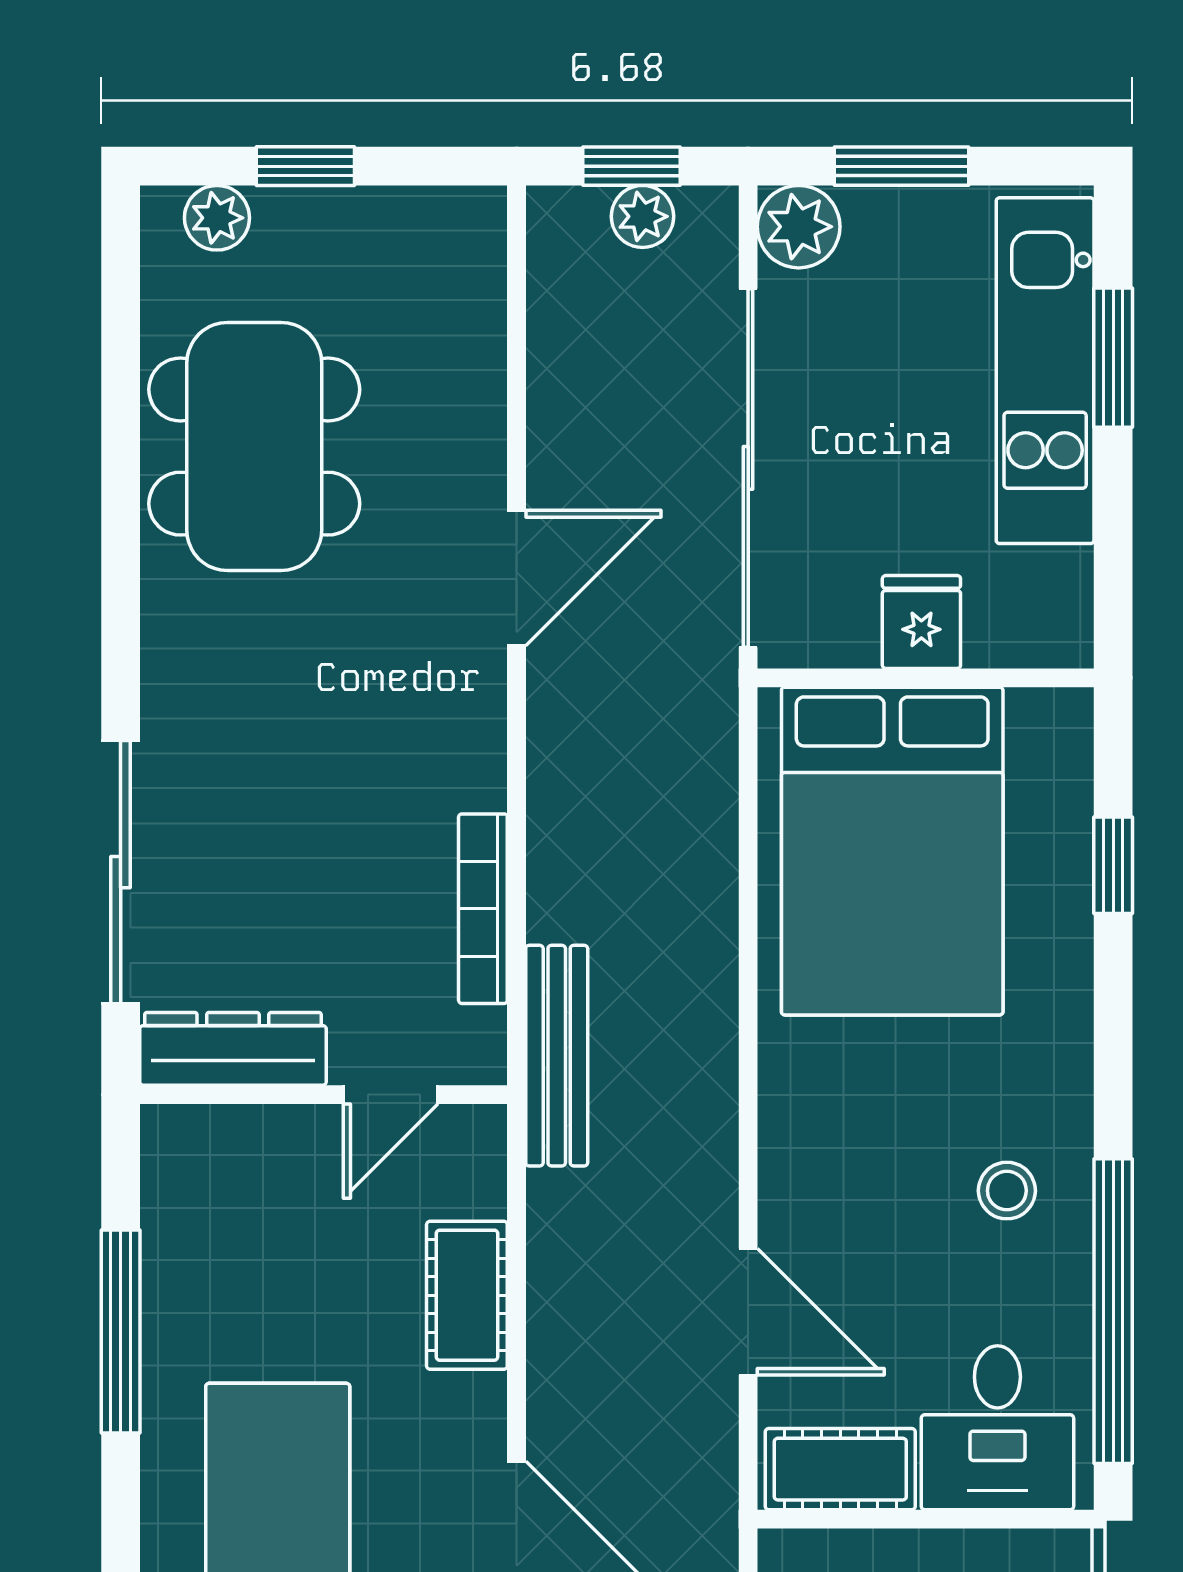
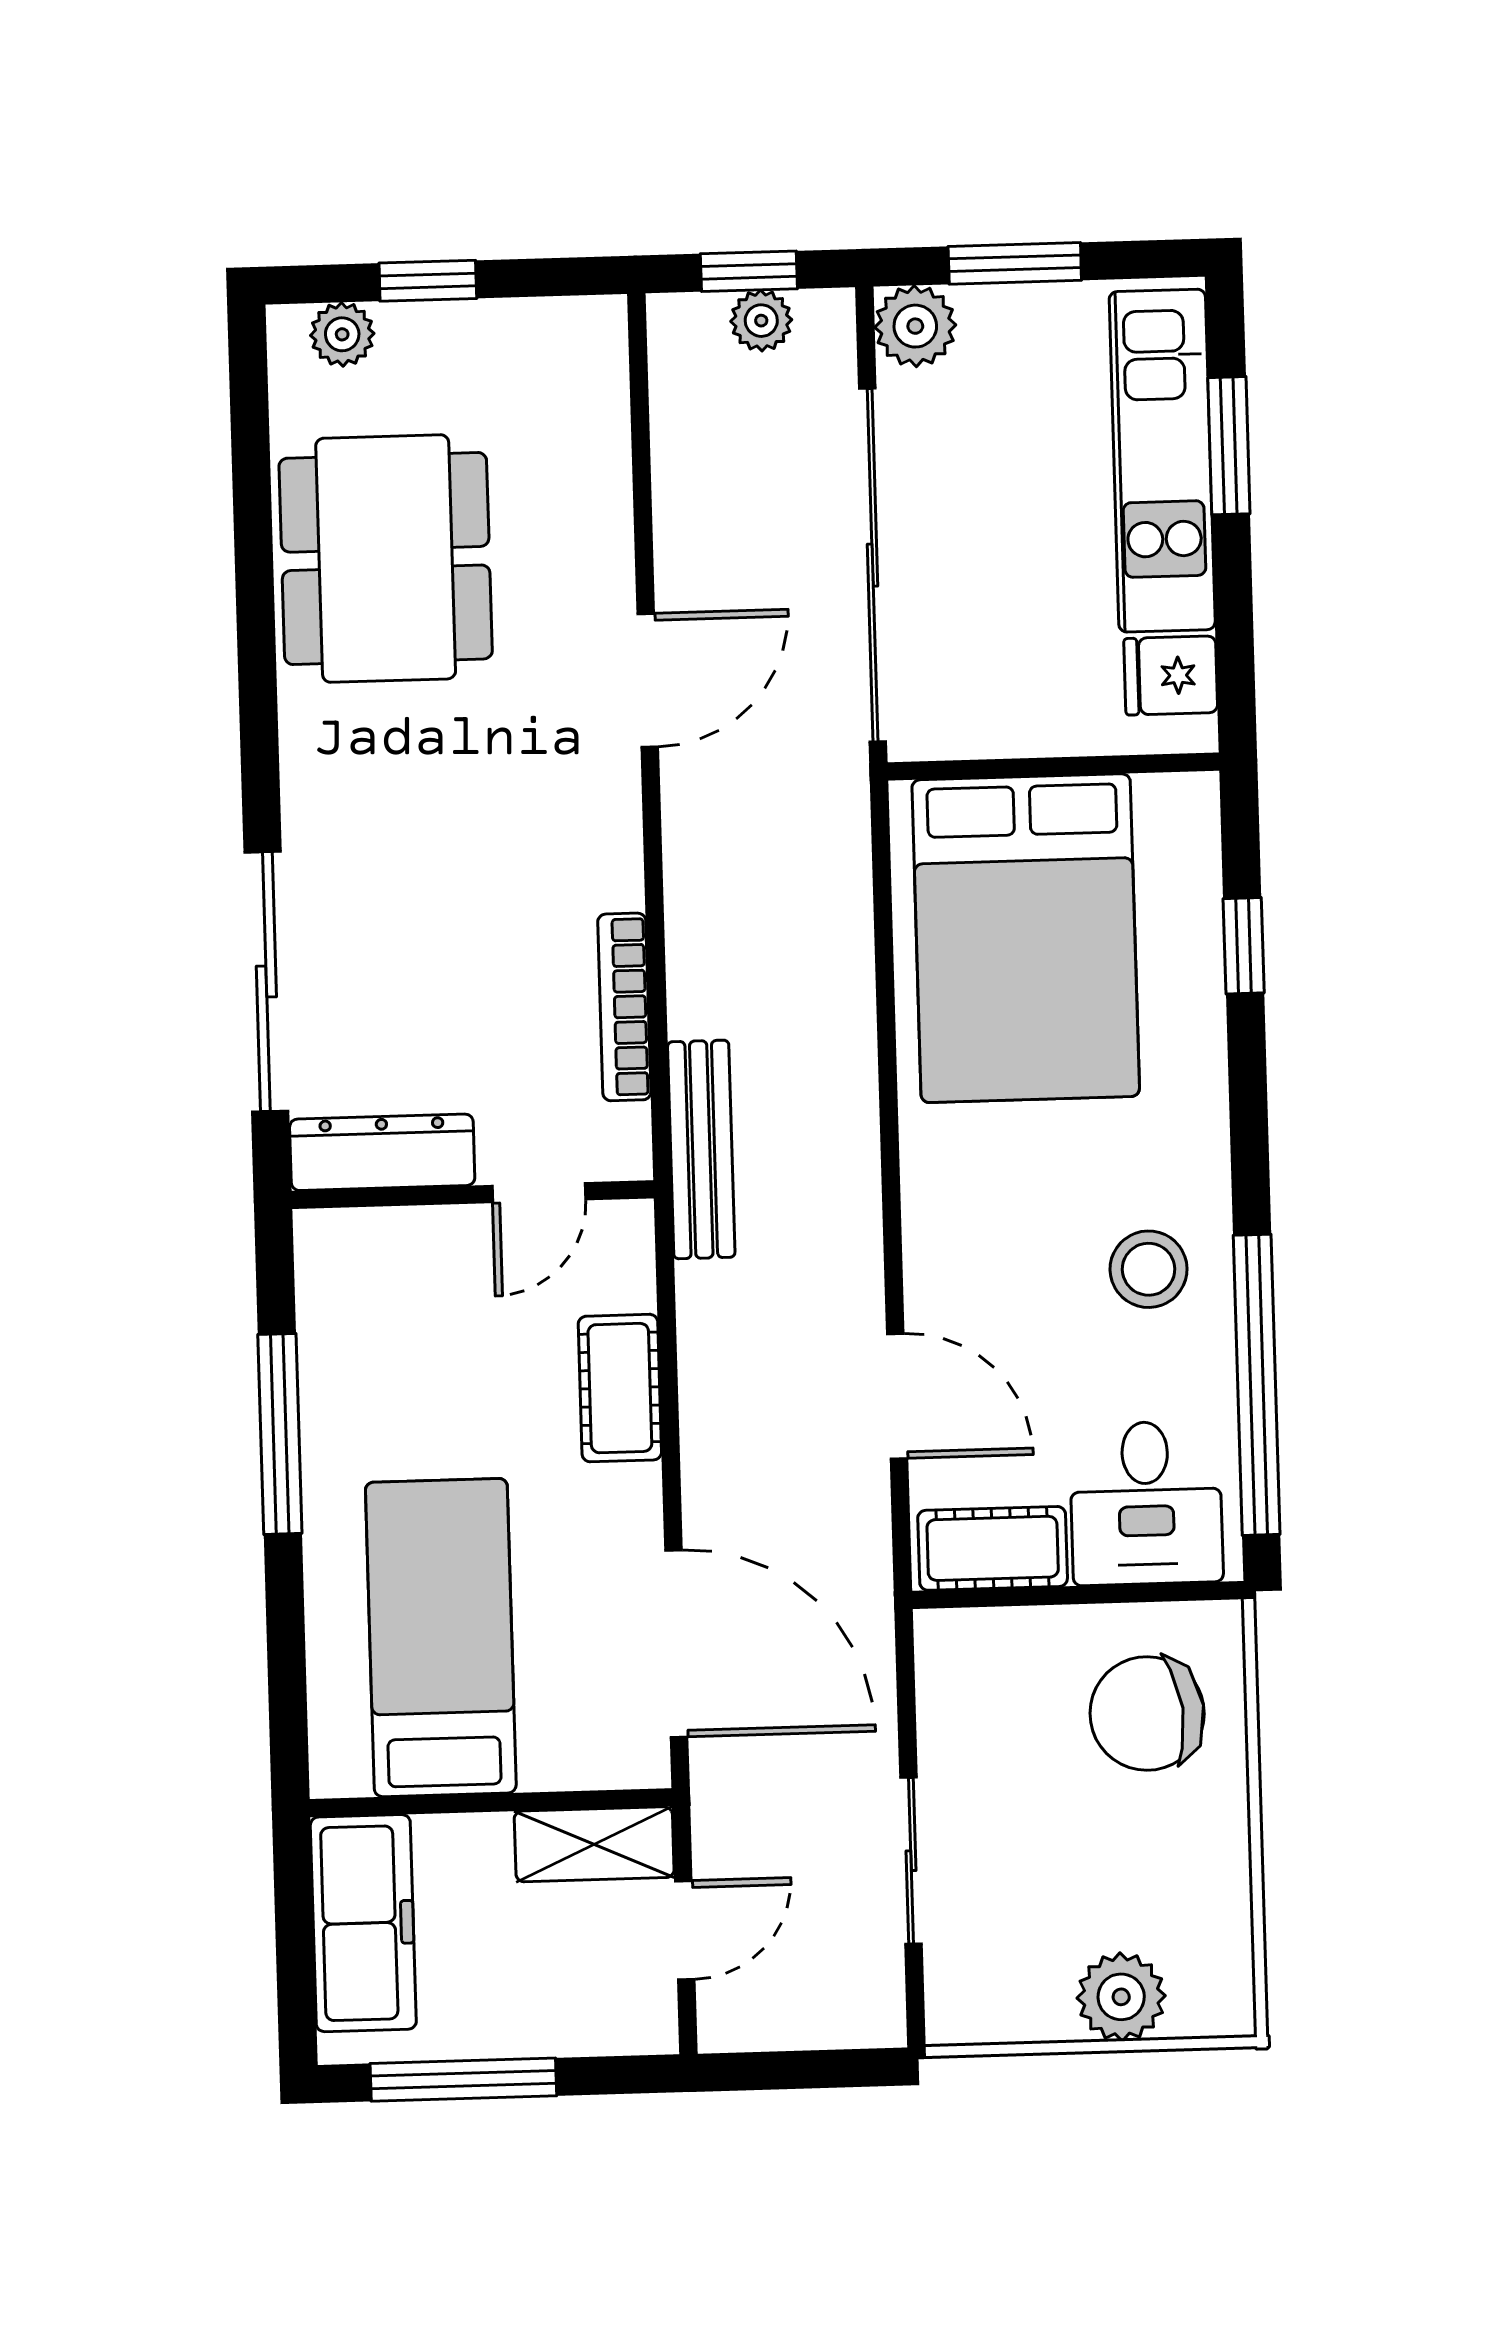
fridge: (921, 622) -> (1171, 675), moved, turned -90
stool: (1007, 1191) -> (1149, 1269), width x1.37, depth x1.37

